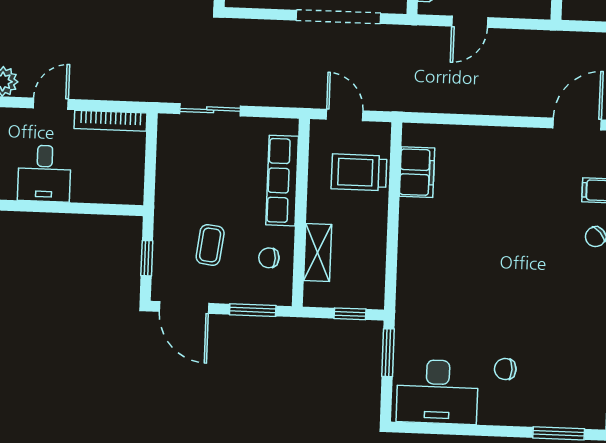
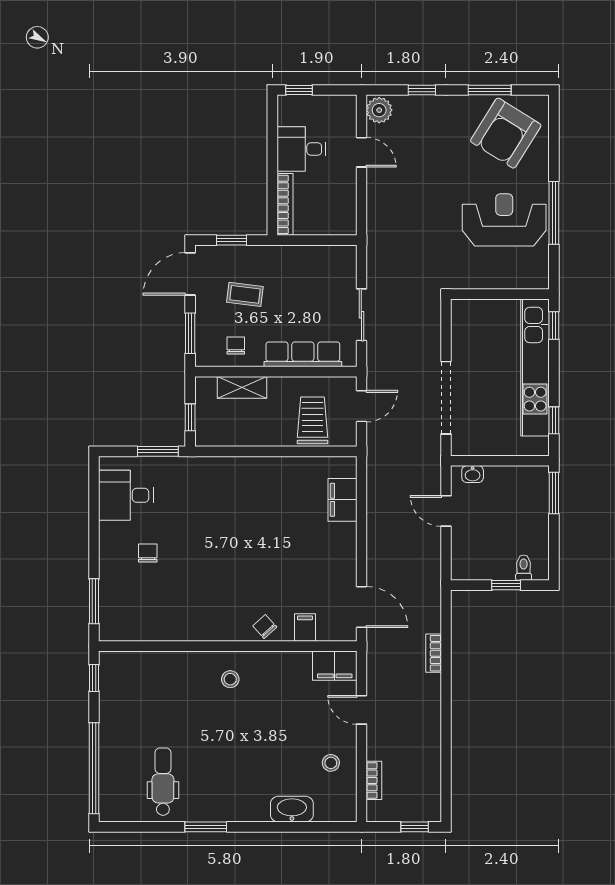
sliding door: (210, 110) -> (361, 315), moved
bookcase: (111, 121) -> (285, 204), moved, turned 180
filing cabinet: (417, 172) -> (342, 500), moved, turned 90
desk: (437, 392) -> (126, 495), width x0.73

